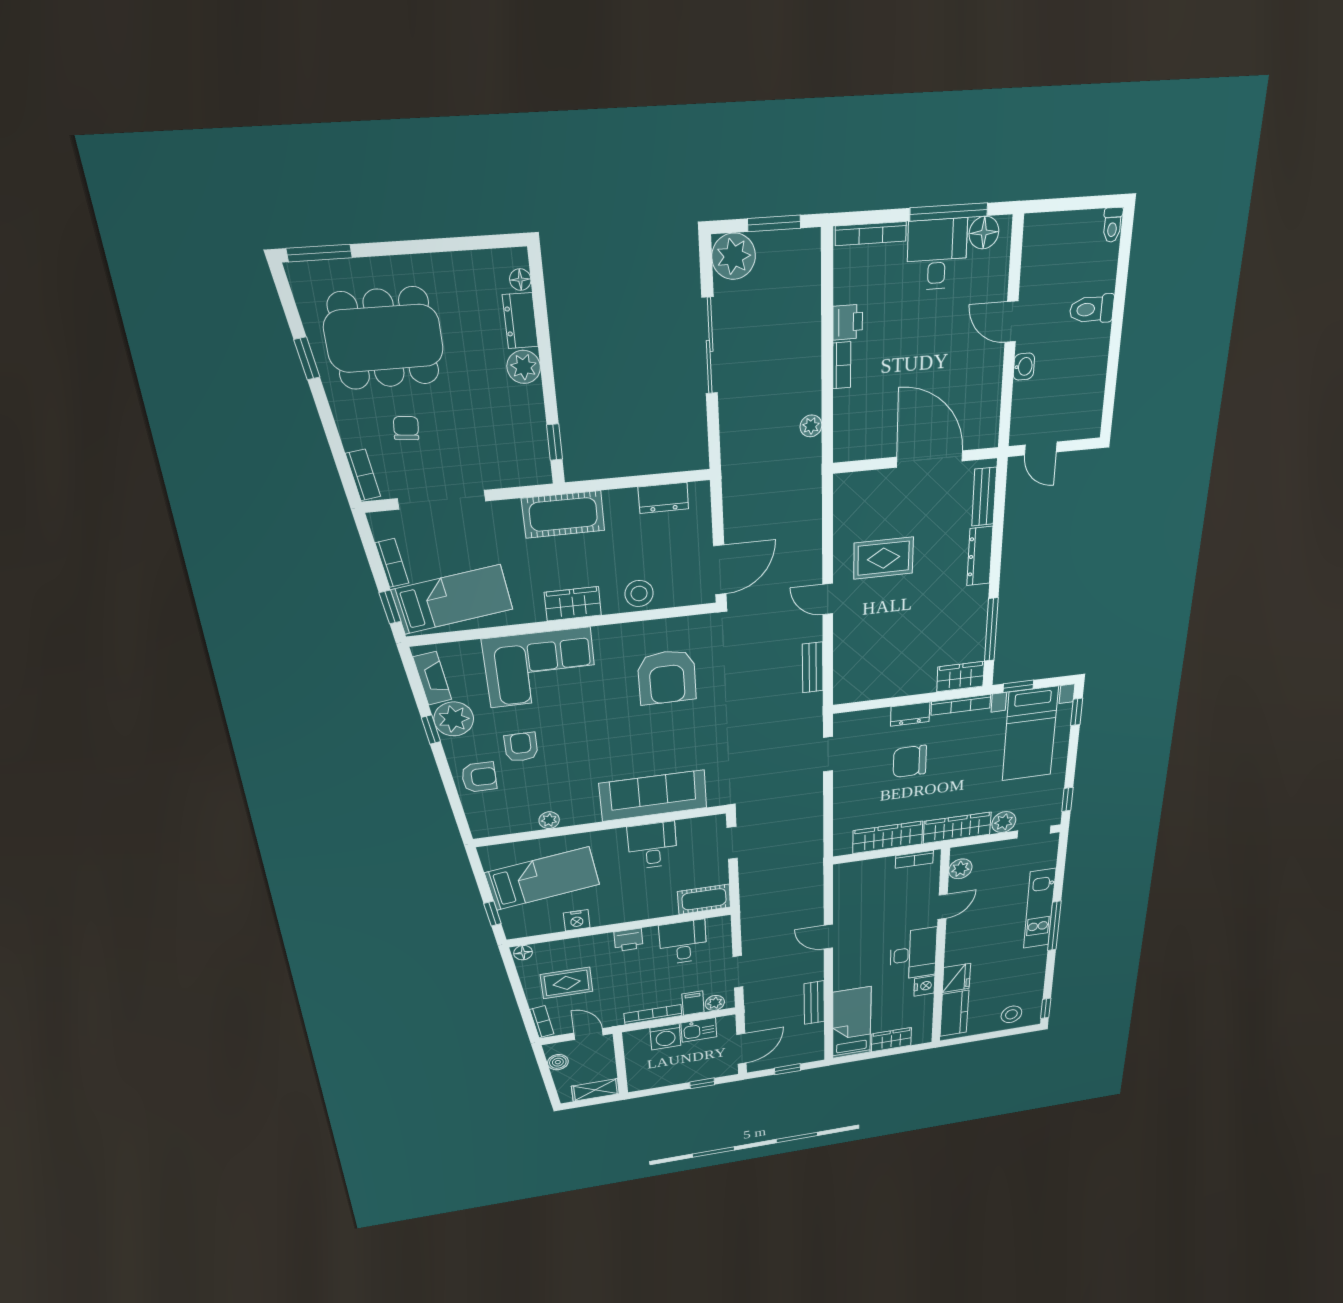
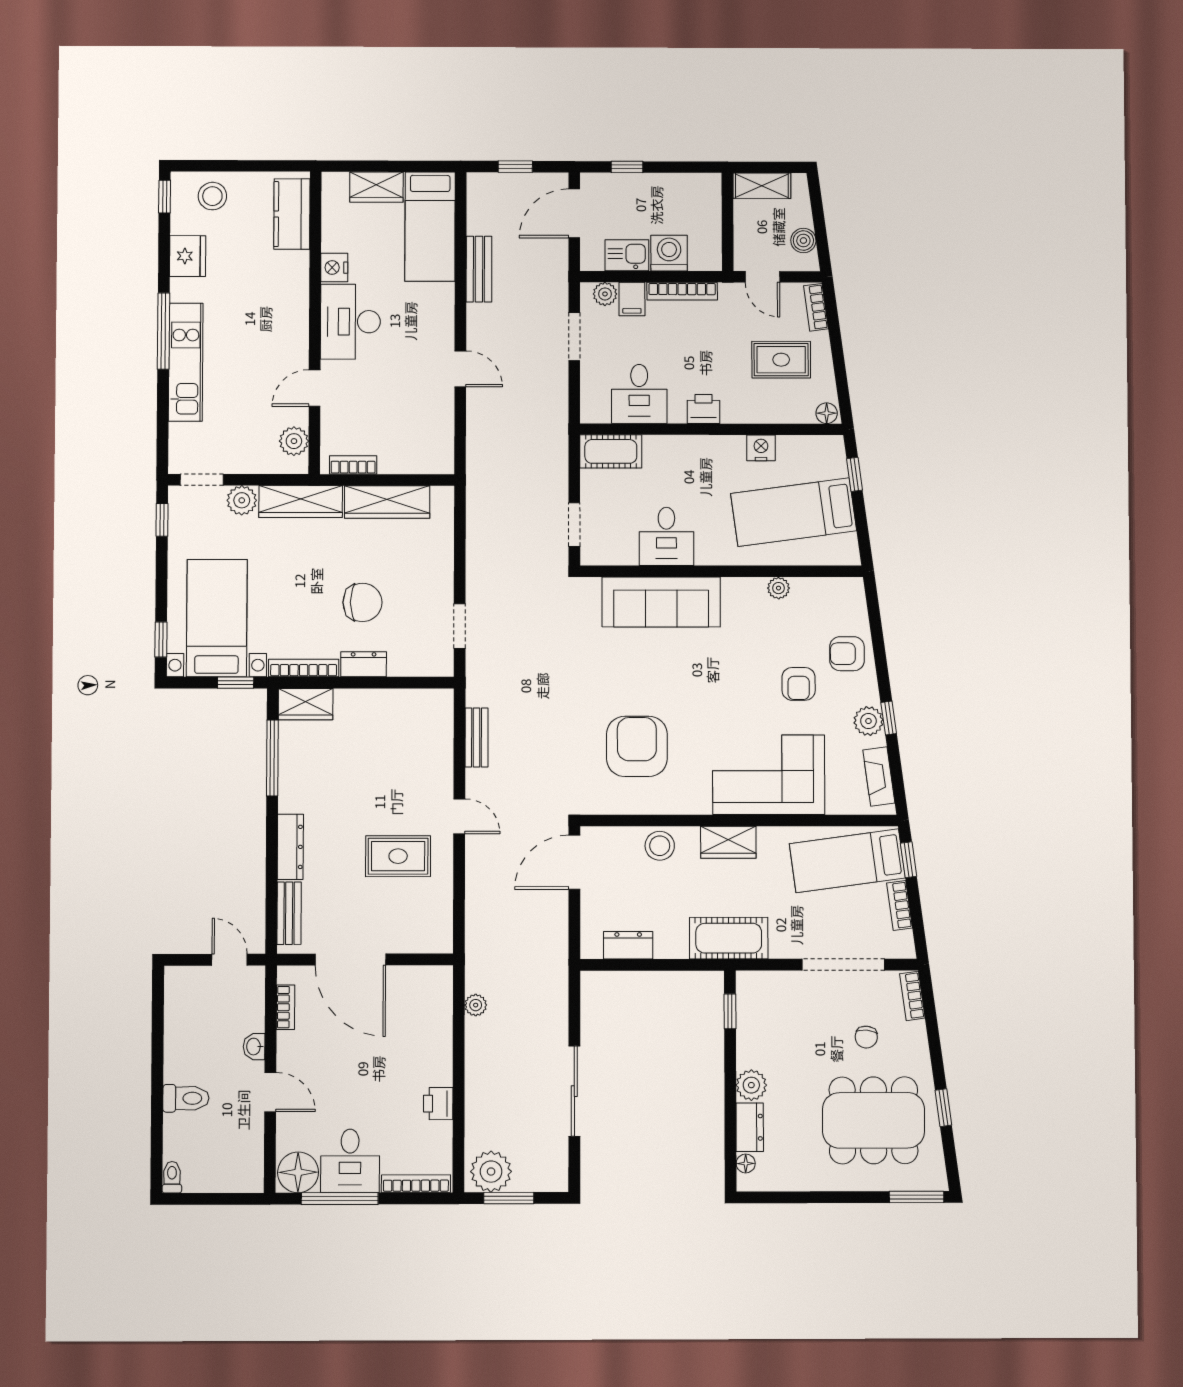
floor lamp: (984, 233) -> (298, 1172), width x1.38, depth x1.38
plant: (734, 256) -> (491, 1172), moved
bookcase: (842, 365) -> (286, 1007), moved, turned 180
plant: (454, 719) -> (868, 721), width x0.73, depth x0.73
fridge: (956, 978) -> (188, 256), moved, turned 180

